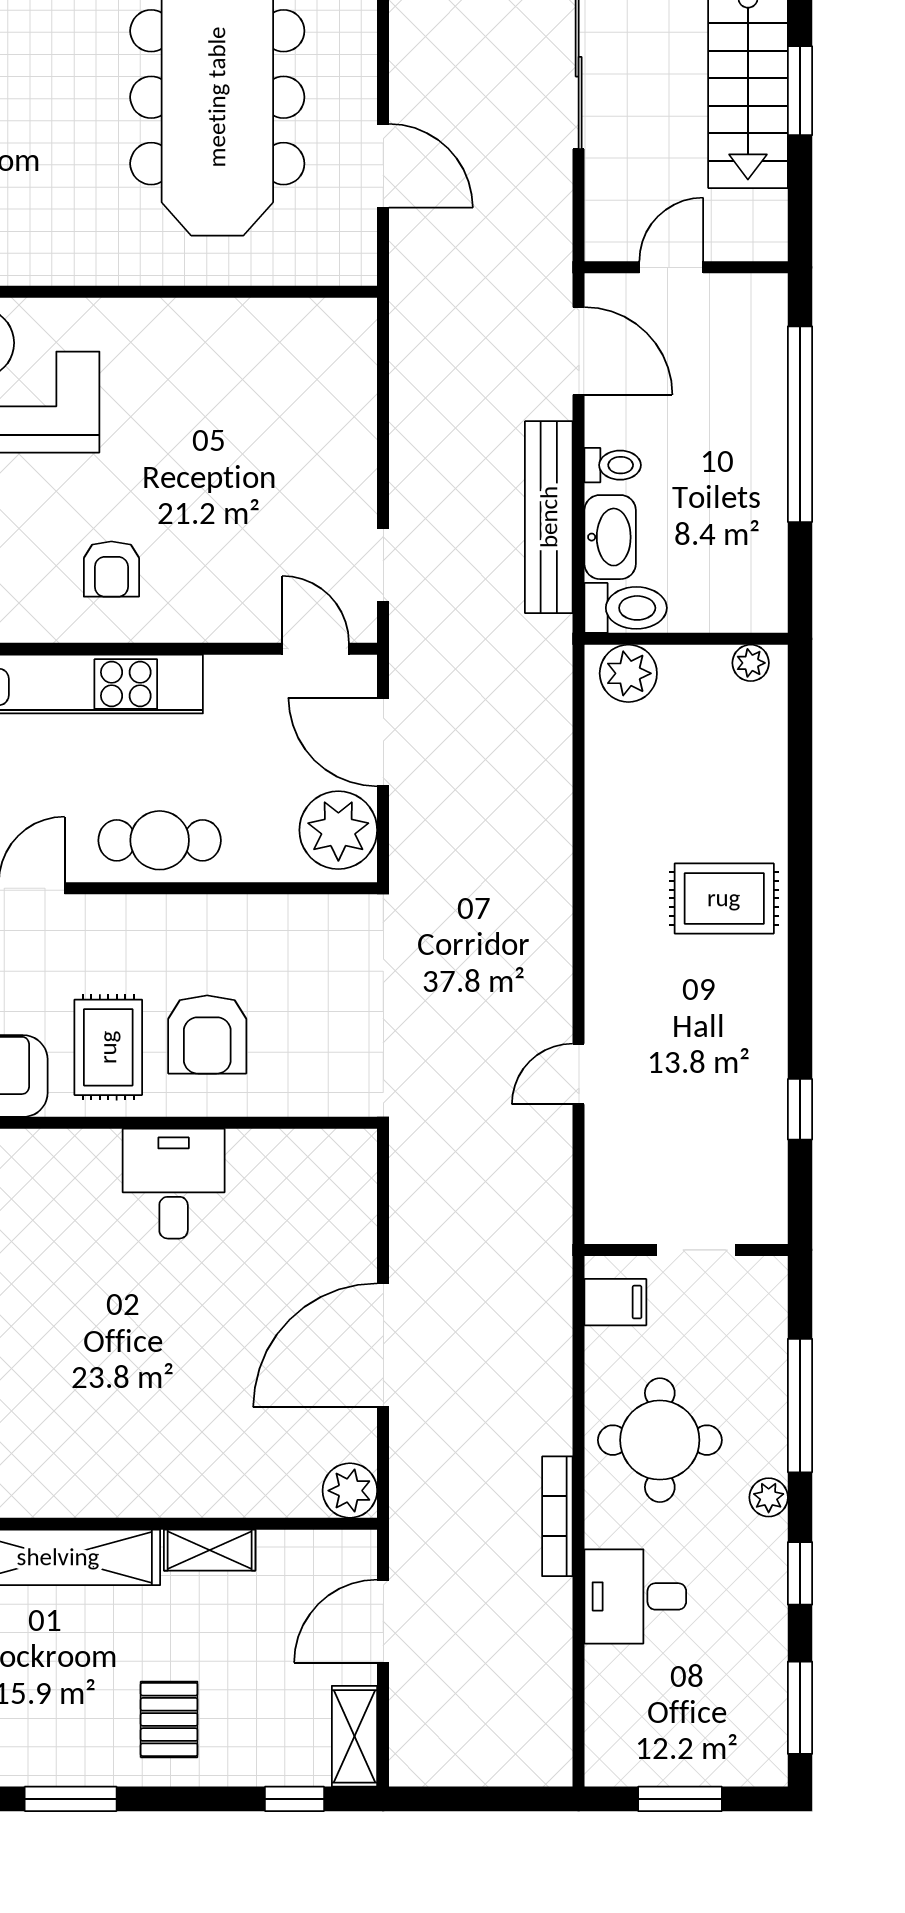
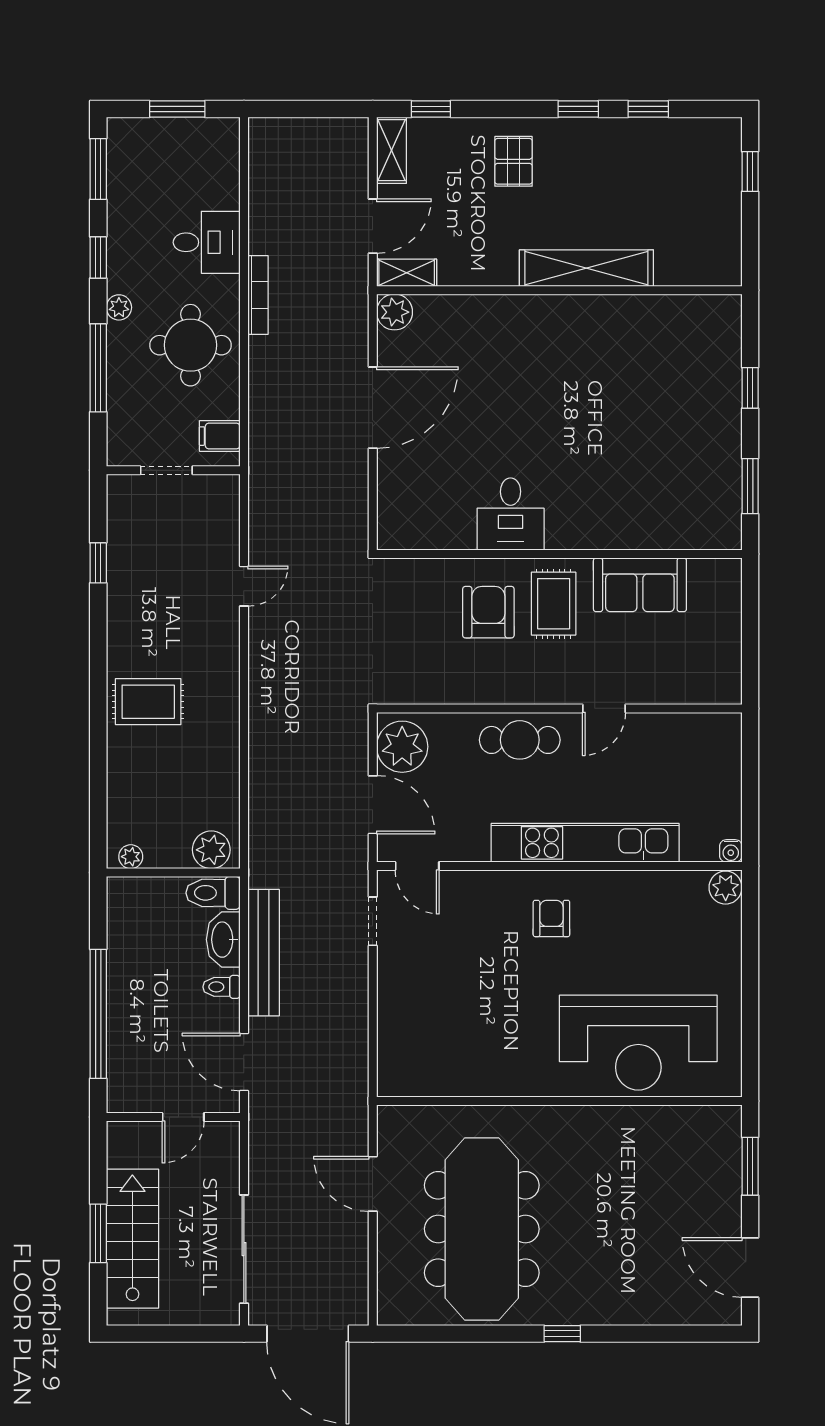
shelving: (210, 1550) -> (407, 273), moved
window: (71, 1799) -> (578, 109), width x0.67

